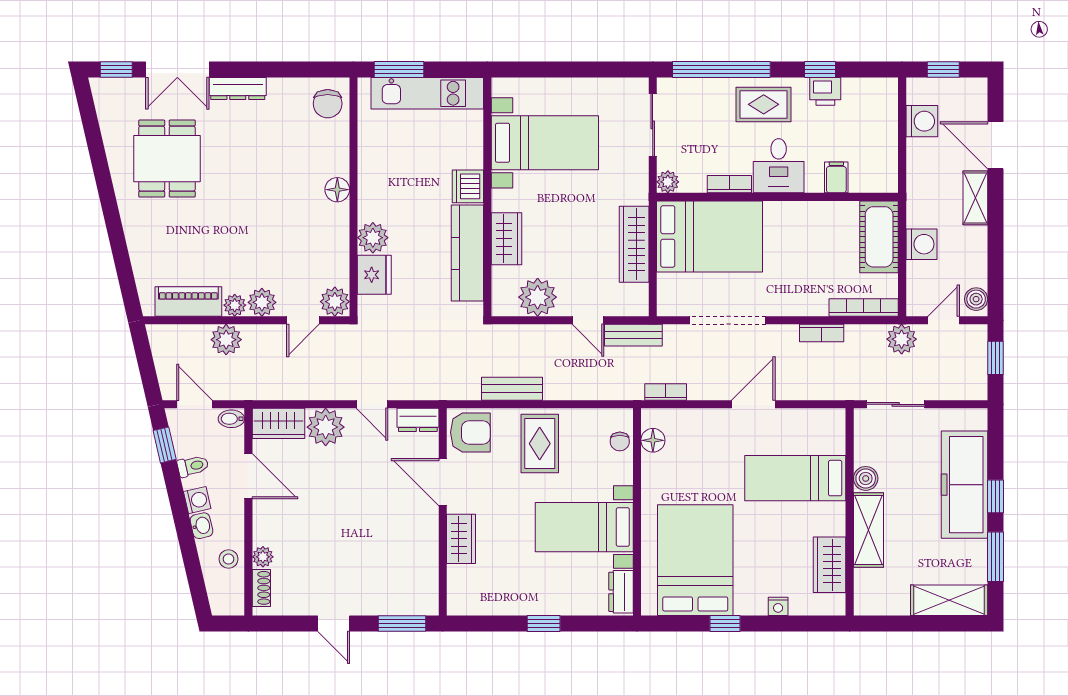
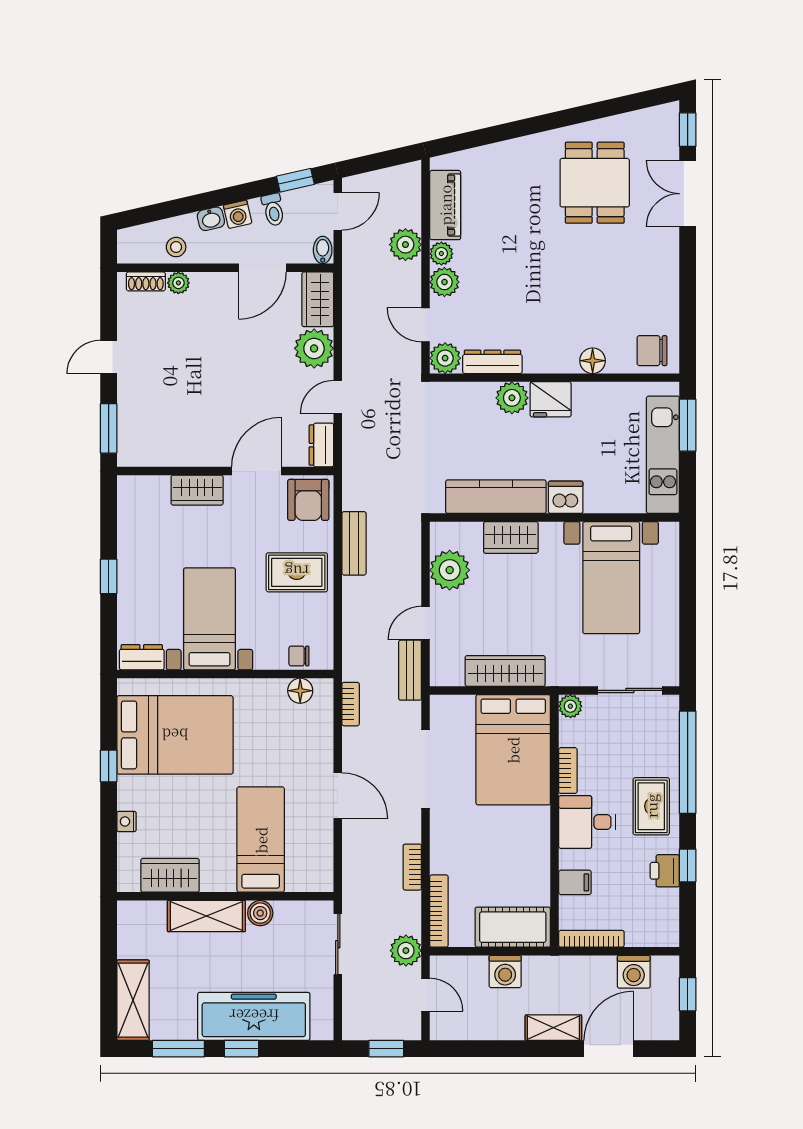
dresser: (238, 89) -> (492, 362), moved, turned 90
dining table: (167, 159) -> (595, 183), turned 90
bookcase: (890, 162) -> (591, 939), added
floor lamp: (337, 190) -> (593, 361), moved
fridge: (374, 275) -> (551, 399), moved
boiler: (976, 299) -> (448, 1028), removed

